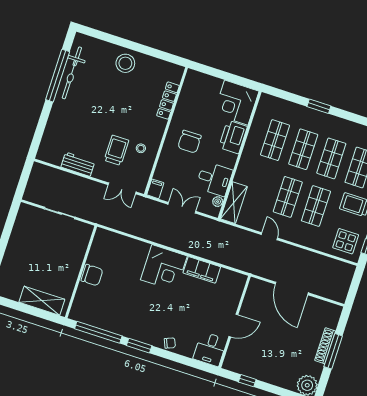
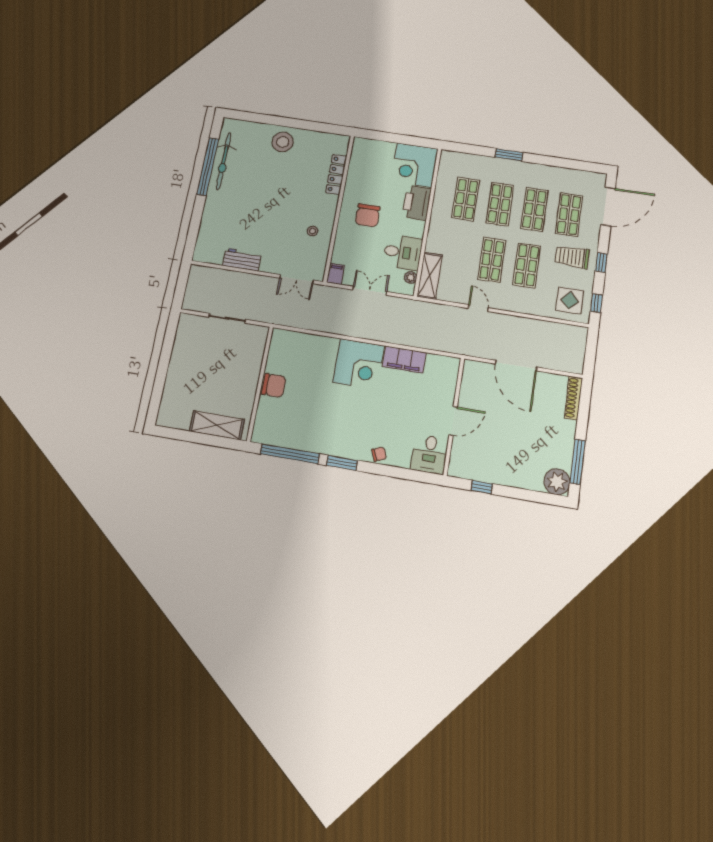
trolley: (116, 150) -> (285, 237), removed
shoe rack: (325, 346) -> (573, 398), moved
window: (333, 351) -> (578, 462), moved

